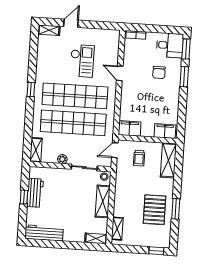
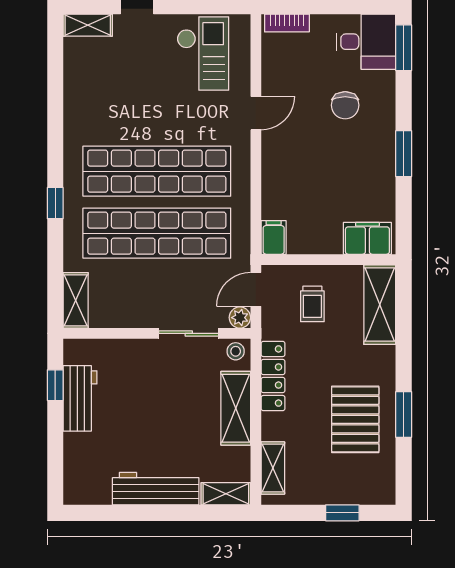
checkout: (82, 61) -> (203, 53), moved
door: (120, 73) -> (256, 113), swing flipped
window: (184, 77) -> (404, 154), moved
window: (31, 90) -> (55, 203), moved
filing cabinet: (130, 128) -> (274, 237), width x0.50
plant: (62, 159) -> (240, 318), moved
locker: (120, 188) -> (273, 376), added
window: (24, 197) -> (55, 385), moved
workbench: (44, 233) -> (156, 489), moved
window: (156, 251) -> (342, 513), moved

